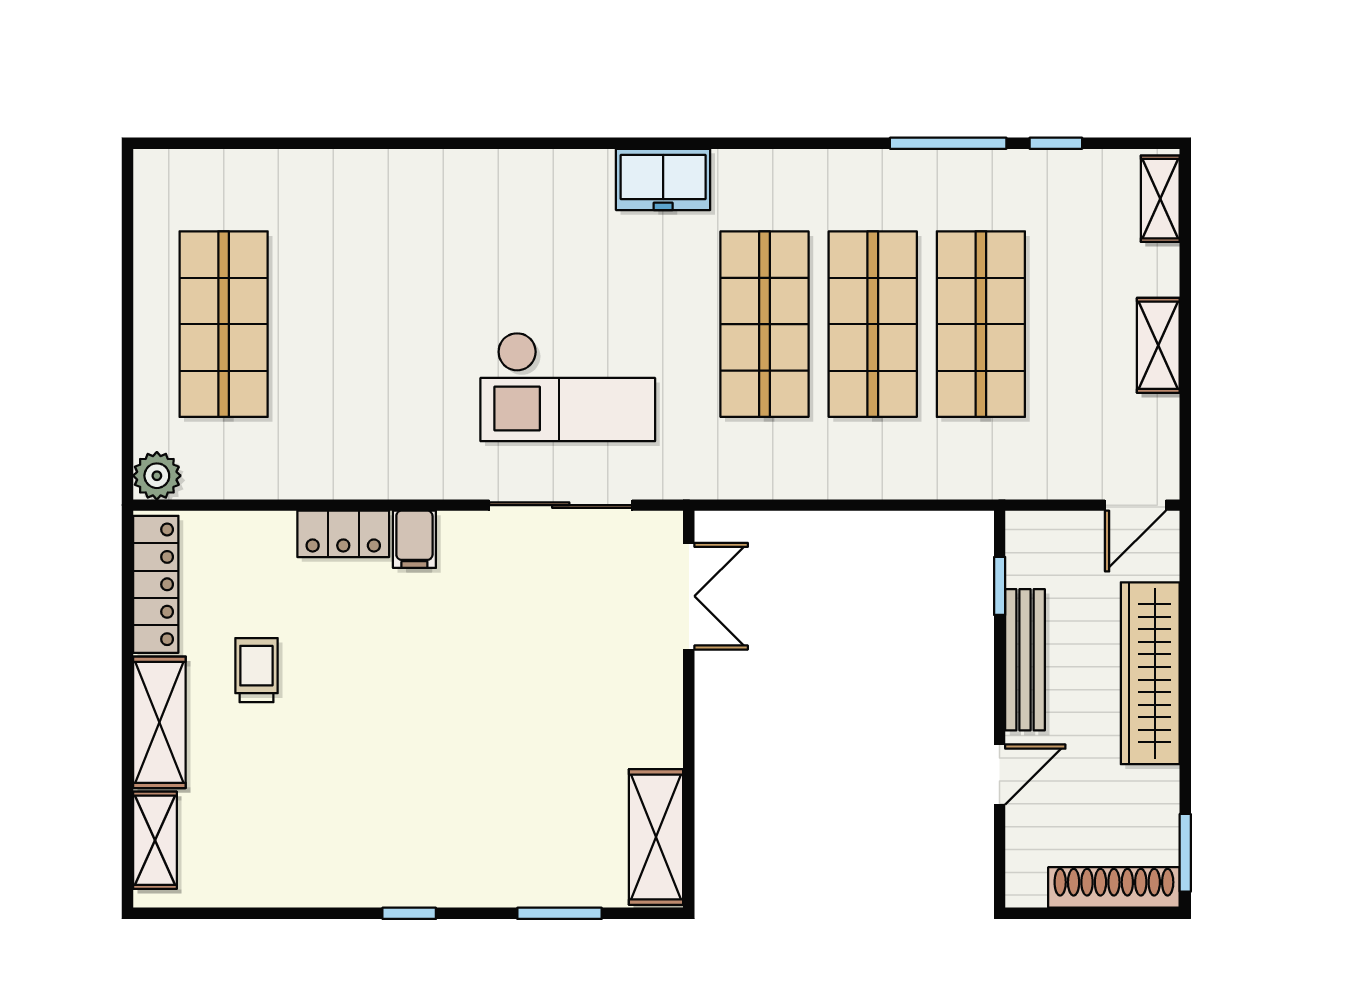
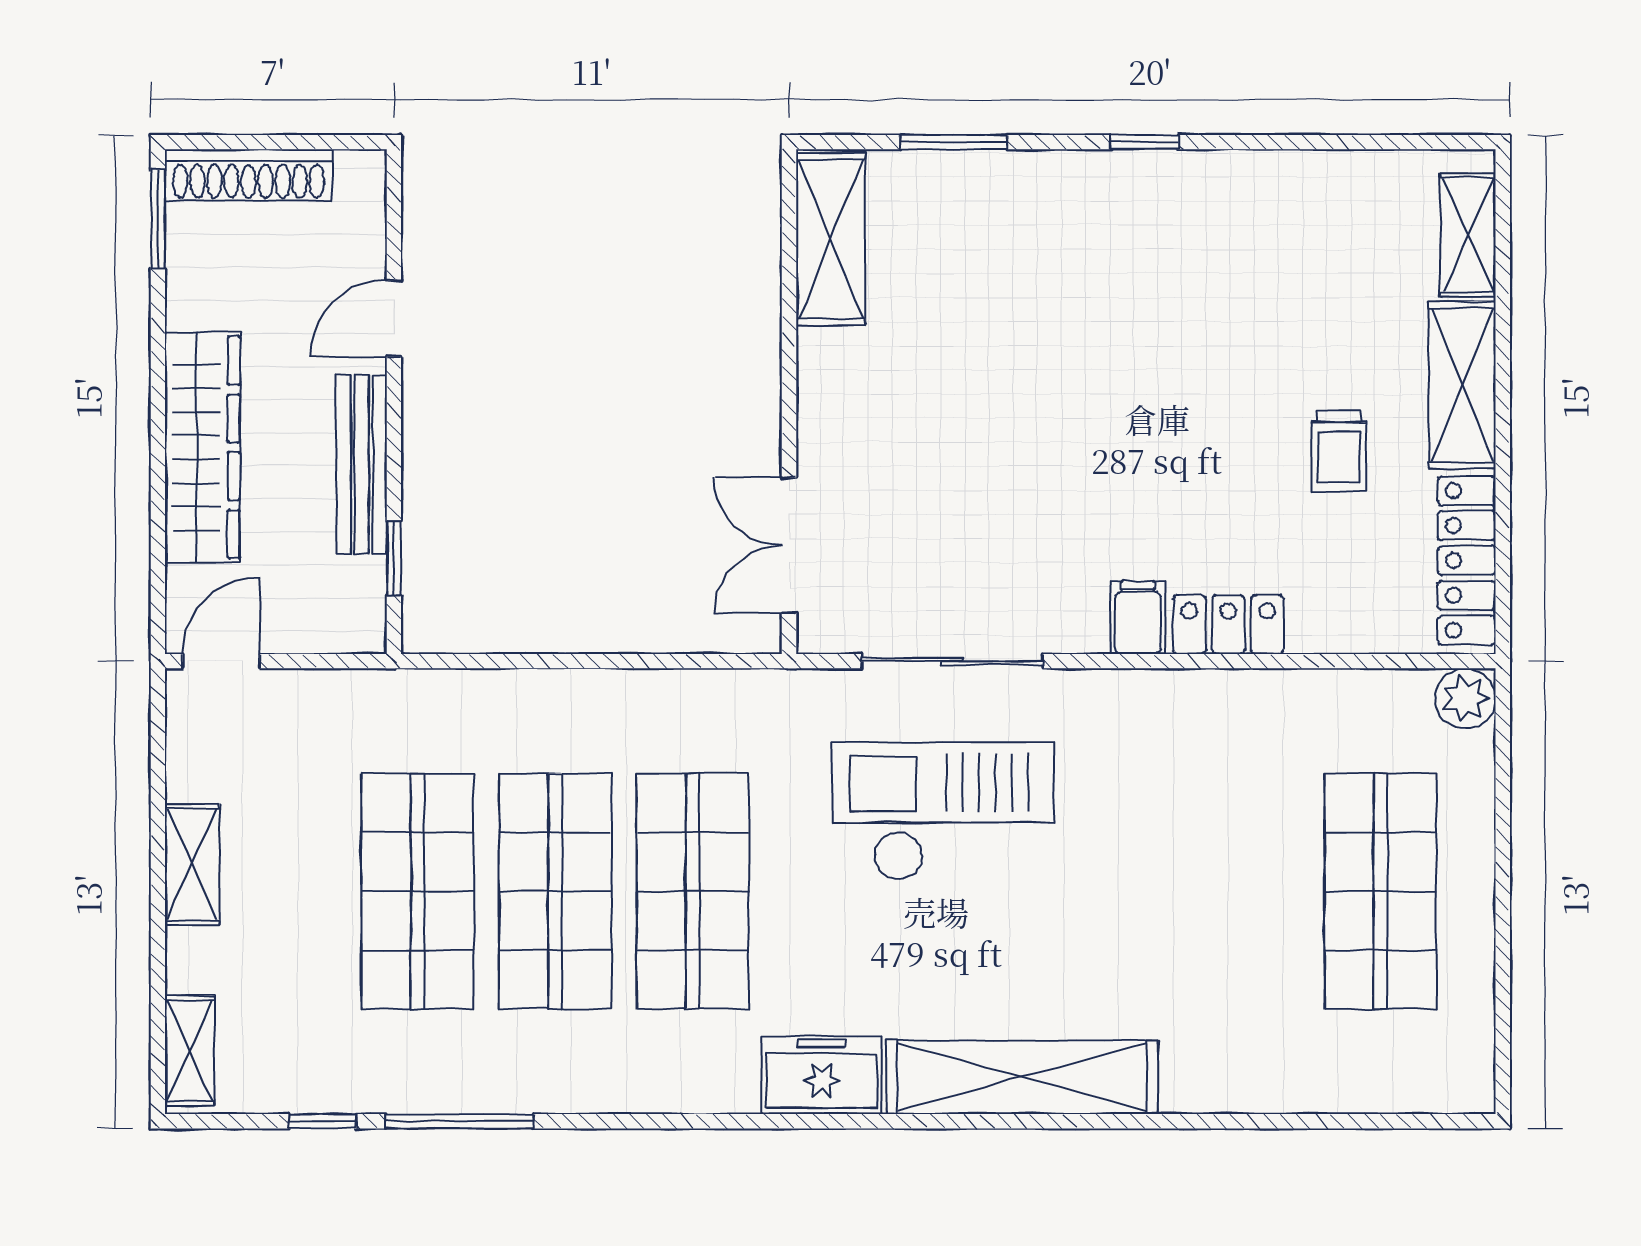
shelving: (506, 178) -> (1022, 1077), added

